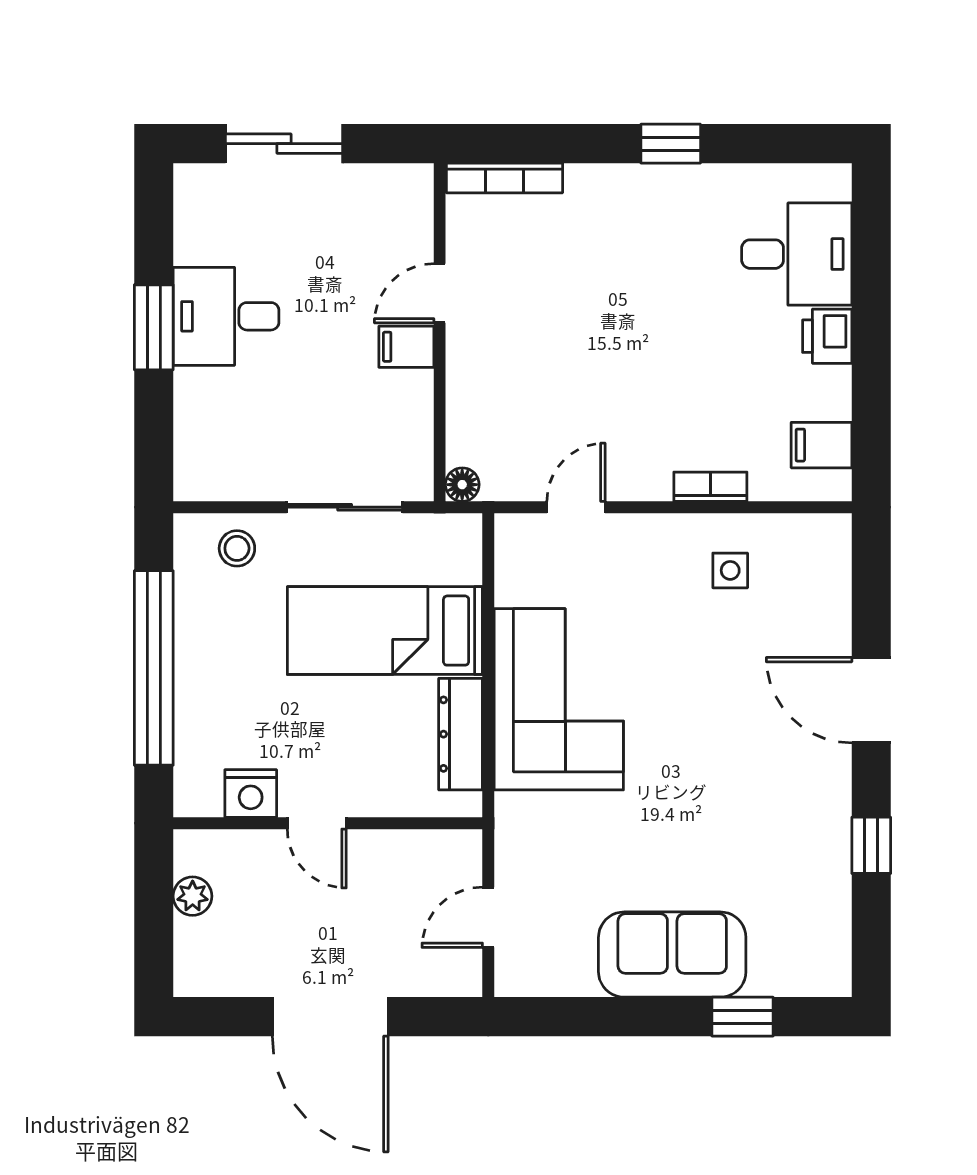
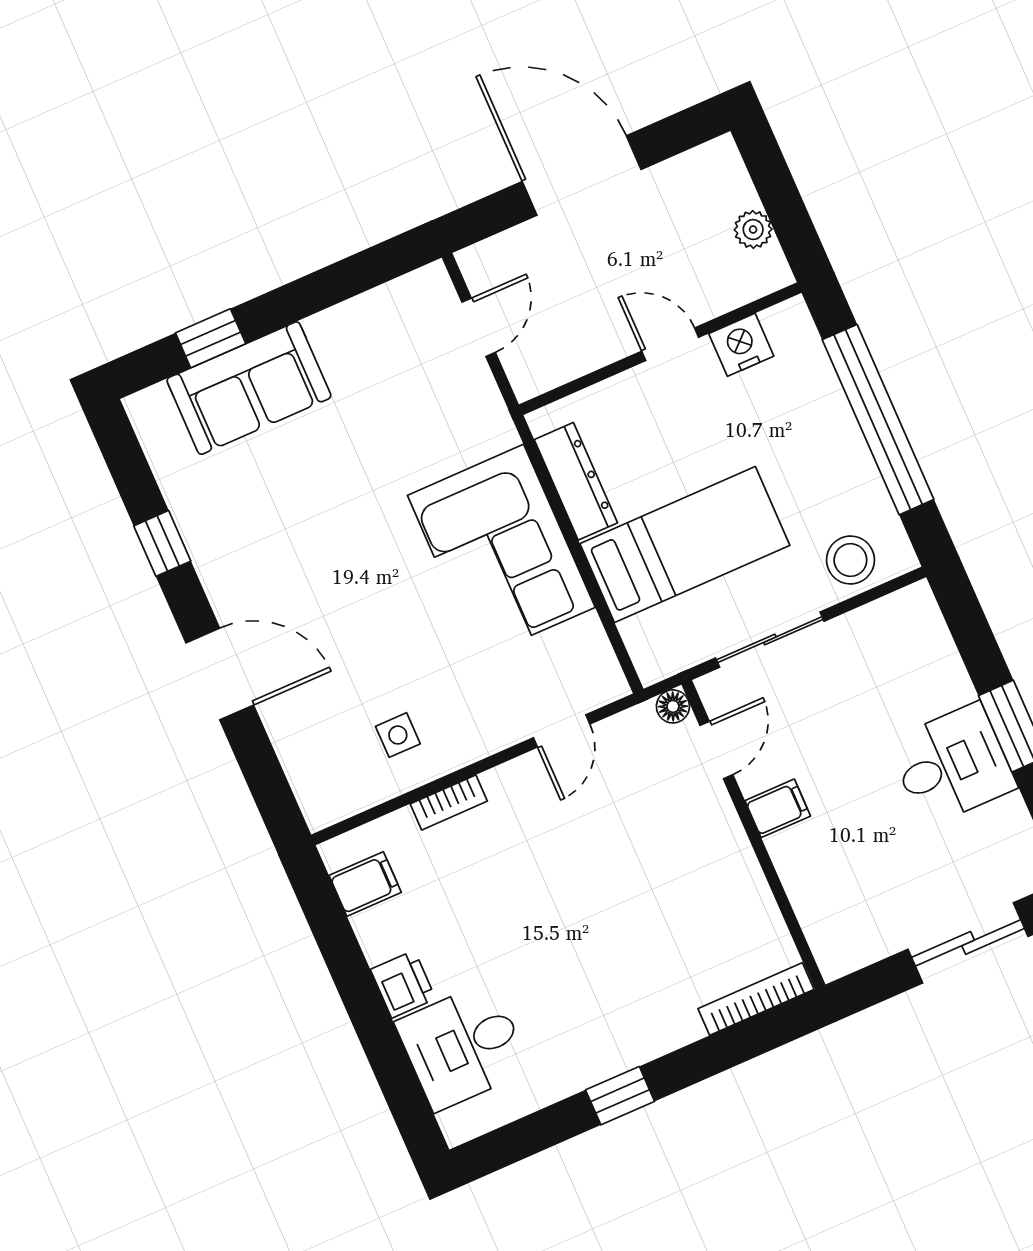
door: (440, 293) -> (716, 750), moved
stool: (237, 548) -> (850, 560), width x1.37, depth x1.37
sofa: (672, 955) -> (249, 388), moved

